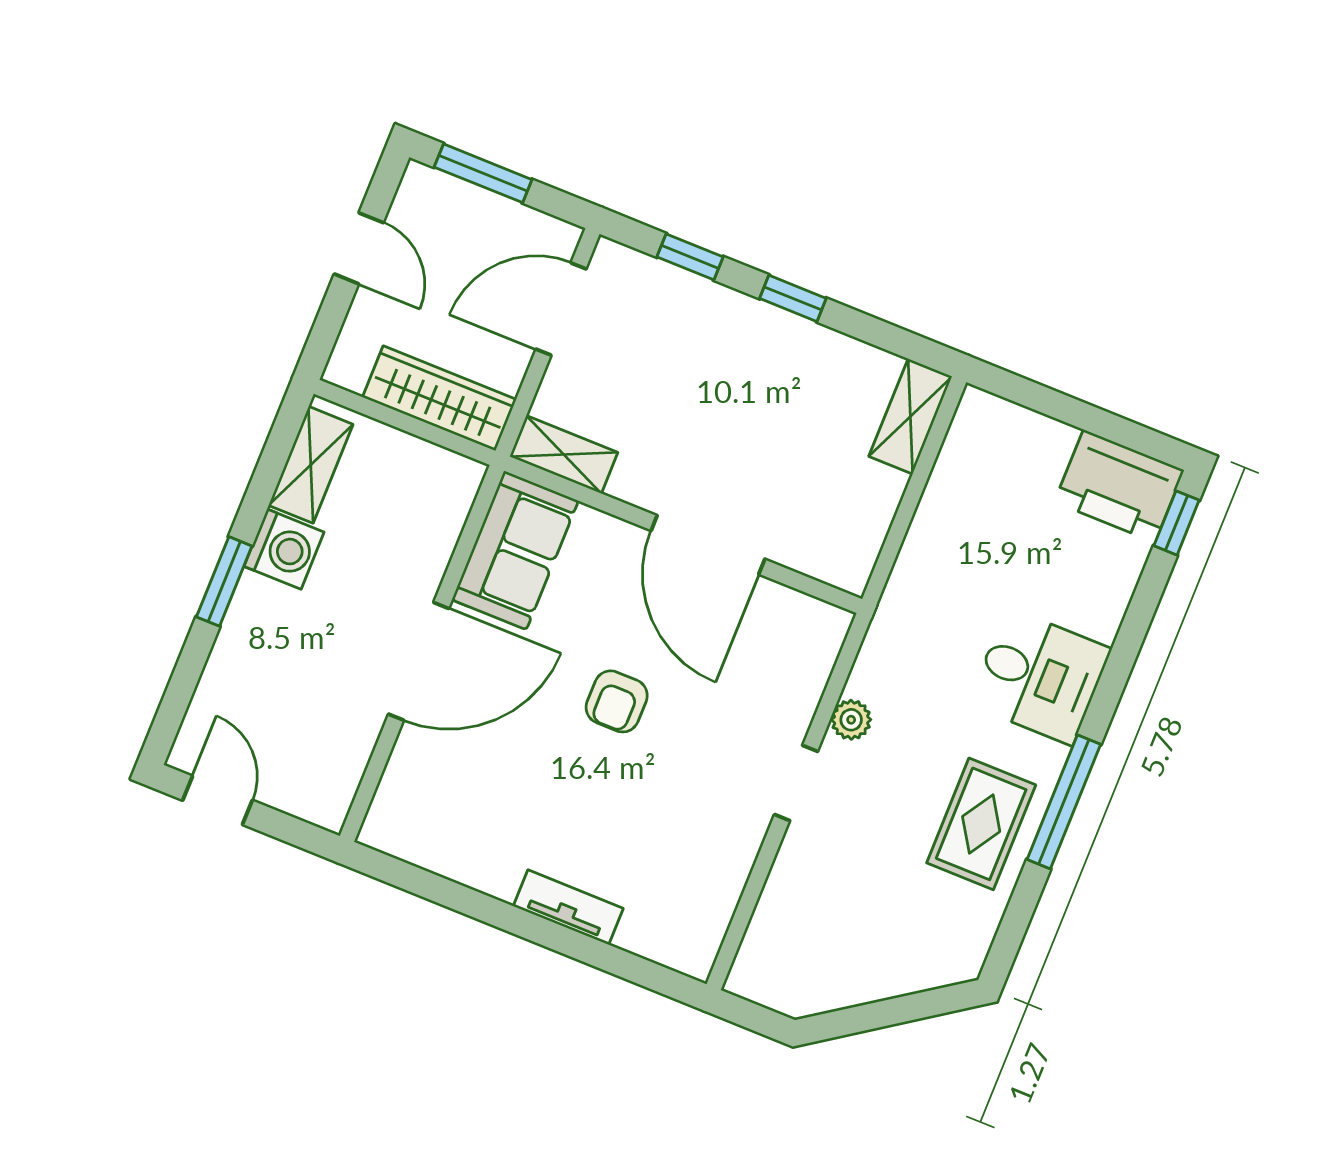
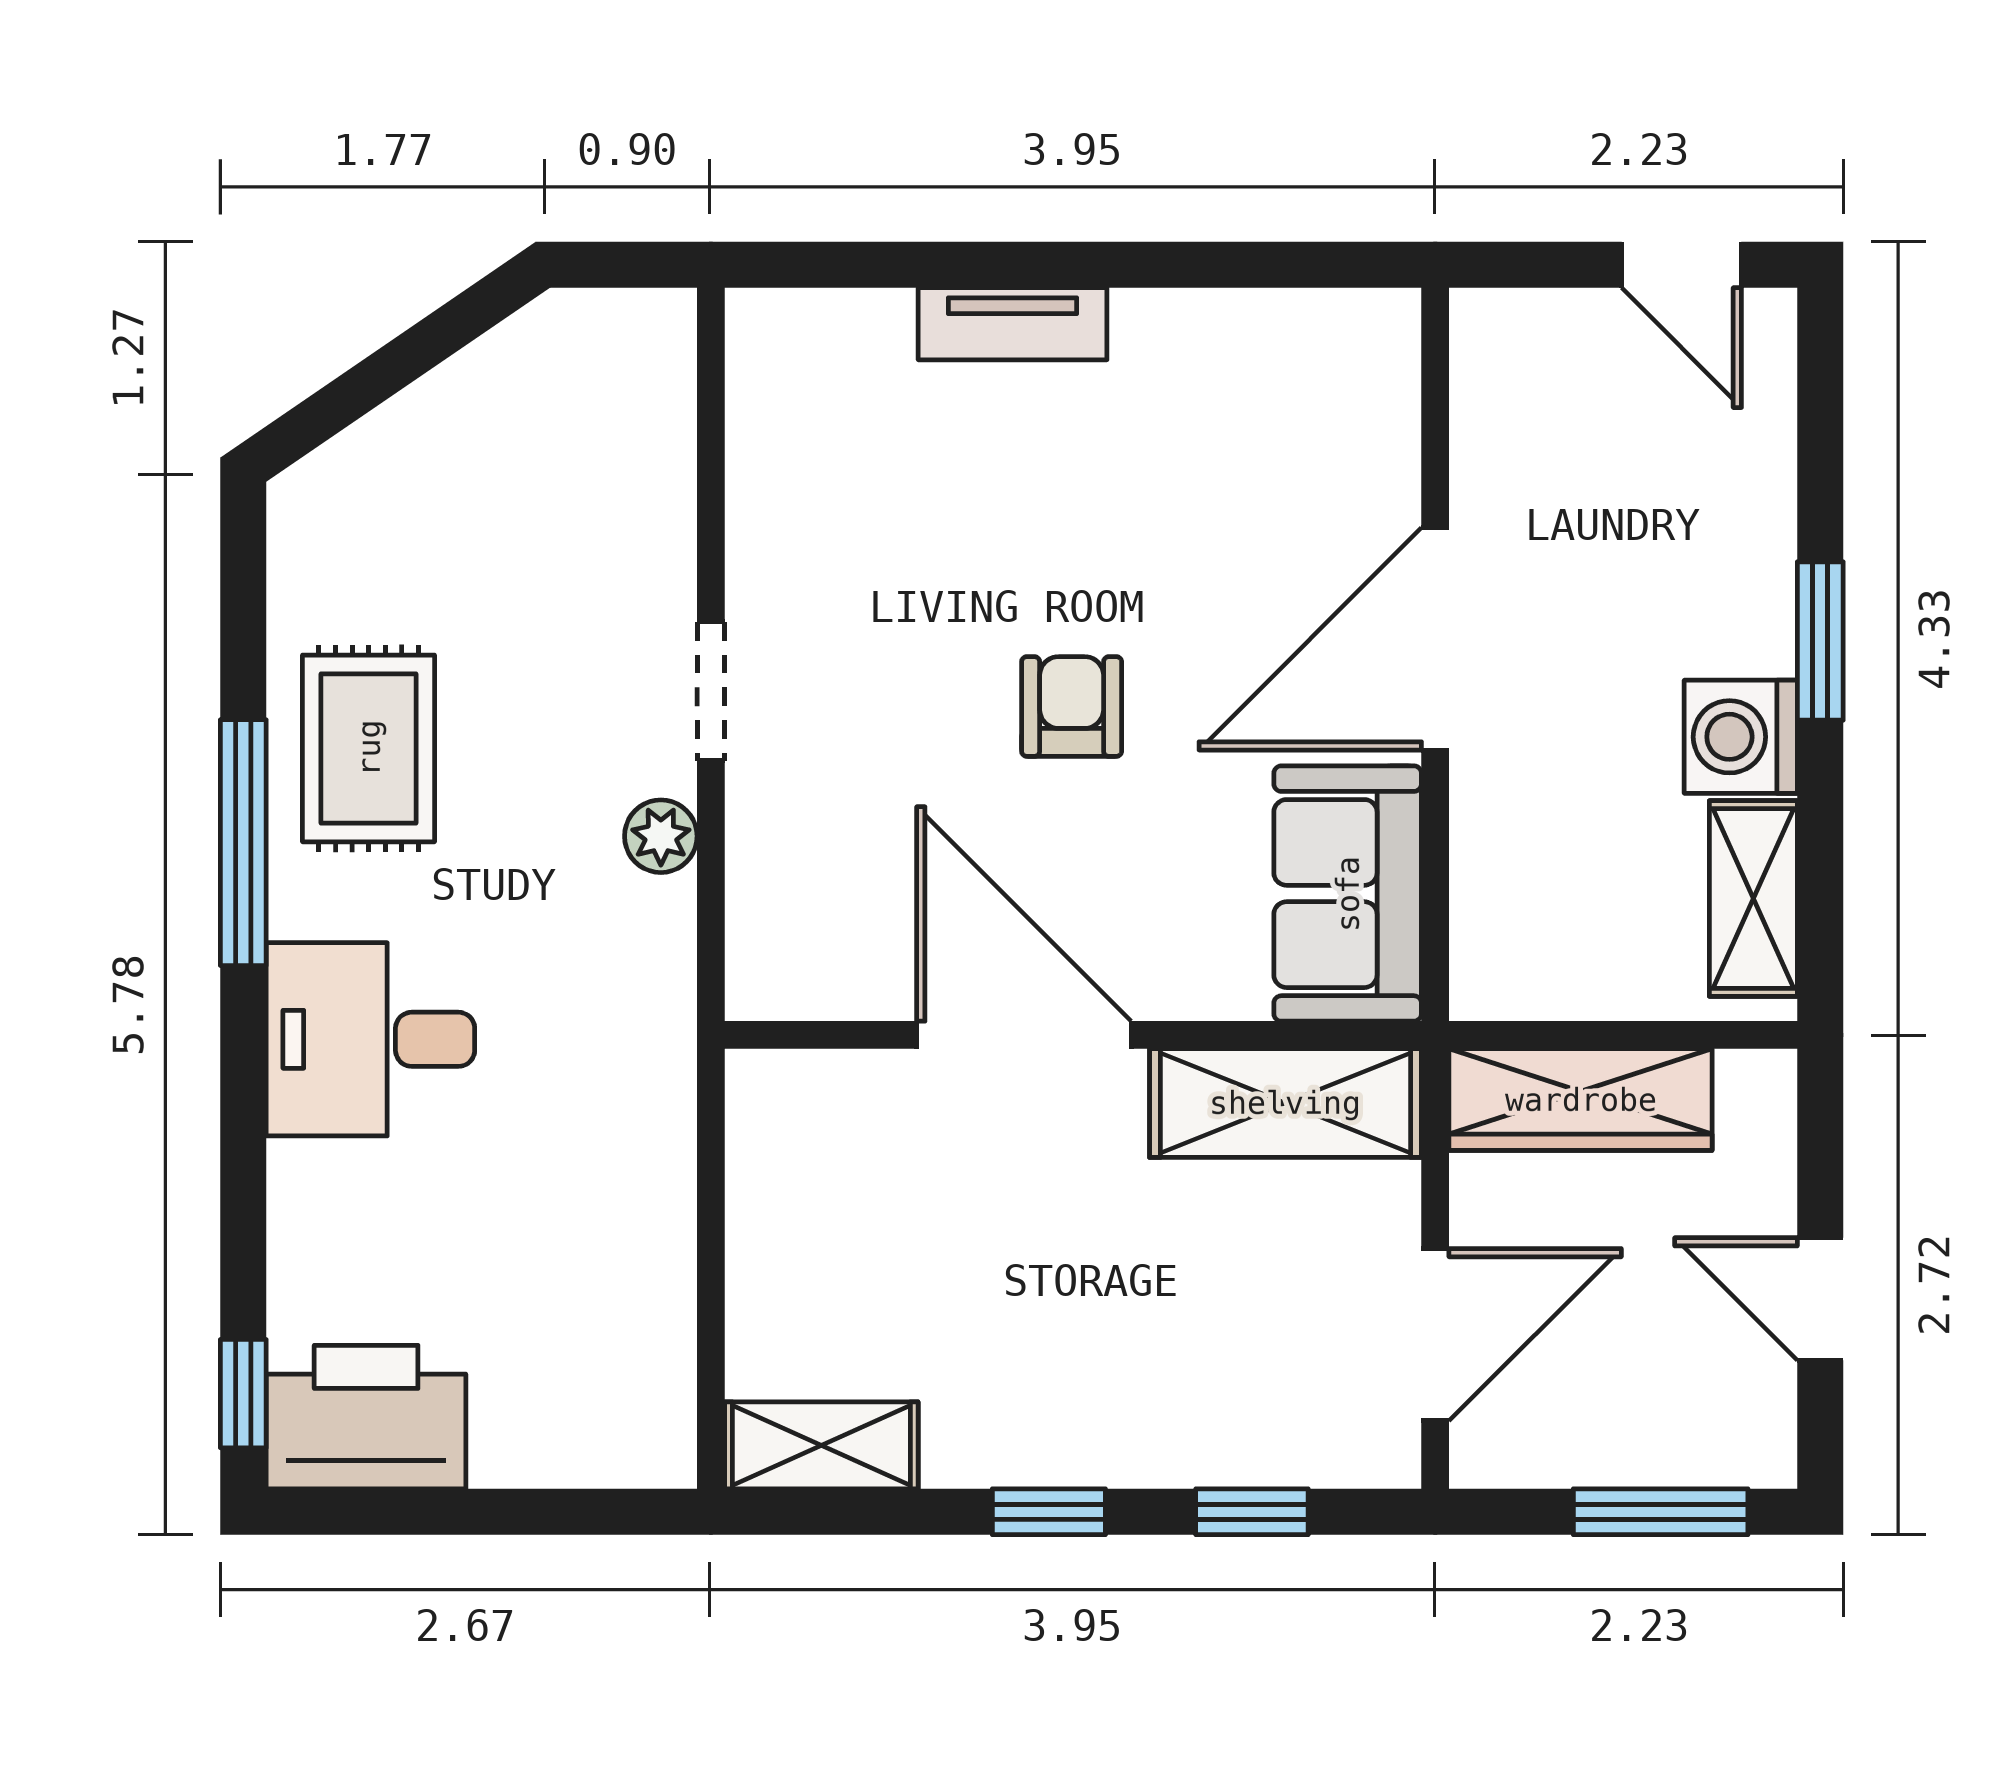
shelving: (910, 416) -> (821, 1445), moved, turned 90
shelving: (564, 454) -> (1285, 1103), width x1.50, depth x1.33

